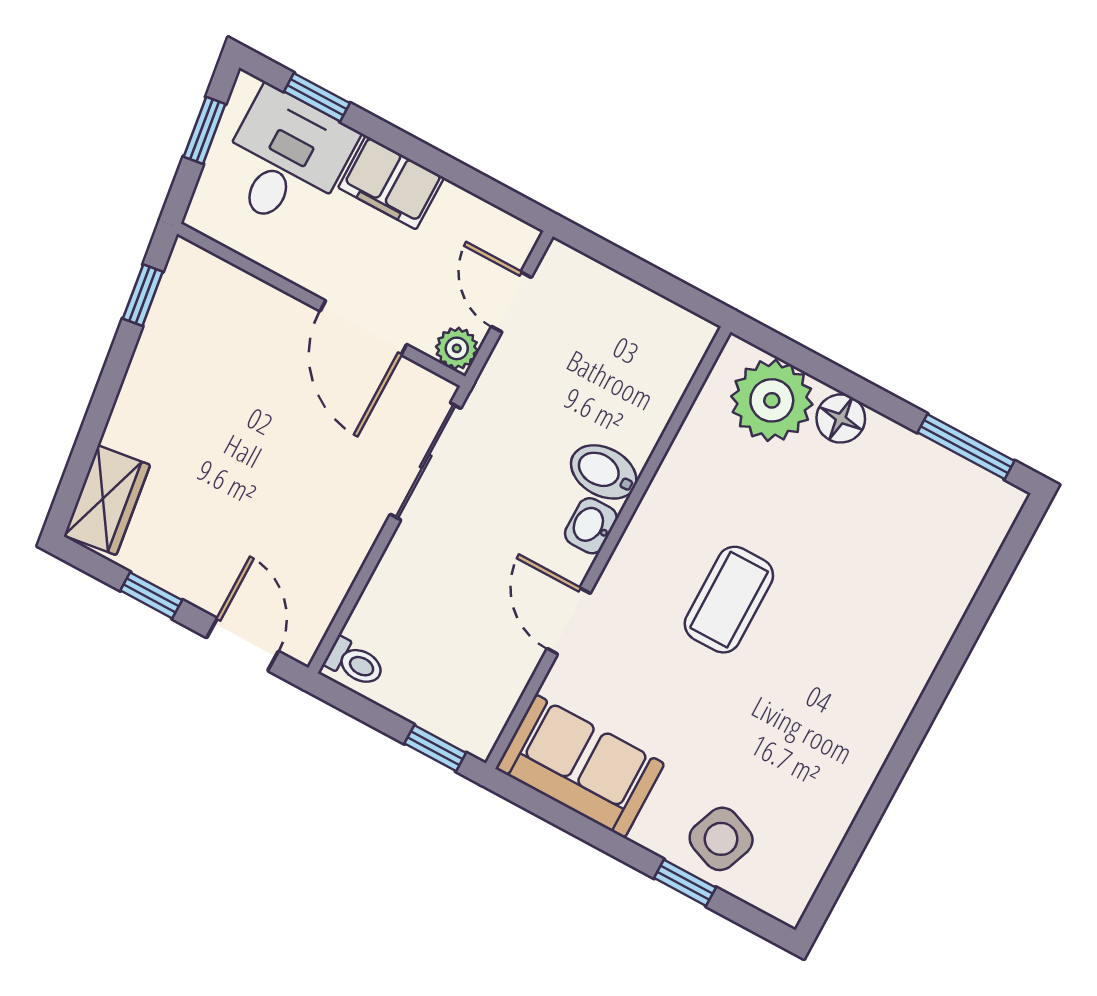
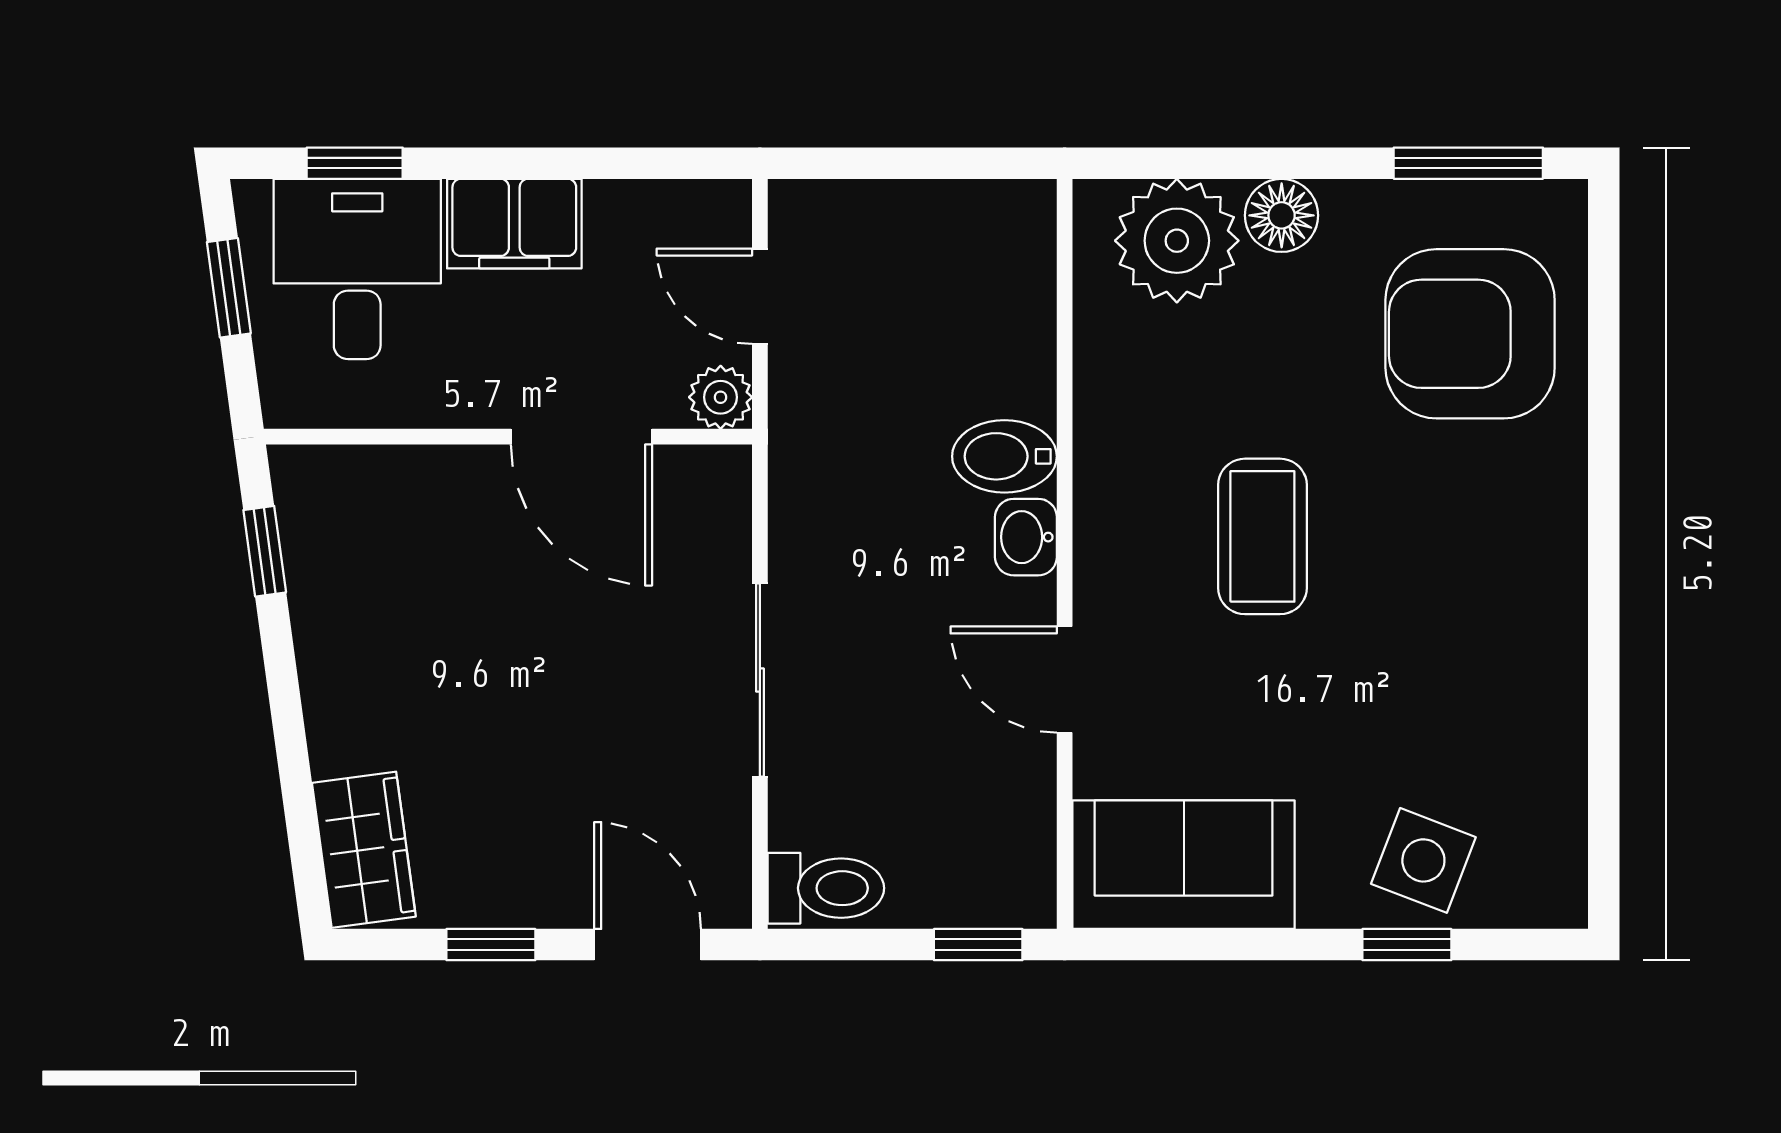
sliding door: (426, 461) -> (760, 680), moved
armchair: (913, 547) -> (1470, 334), added
toilet: (355, 663) -> (826, 888), width x1.37, depth x1.39

